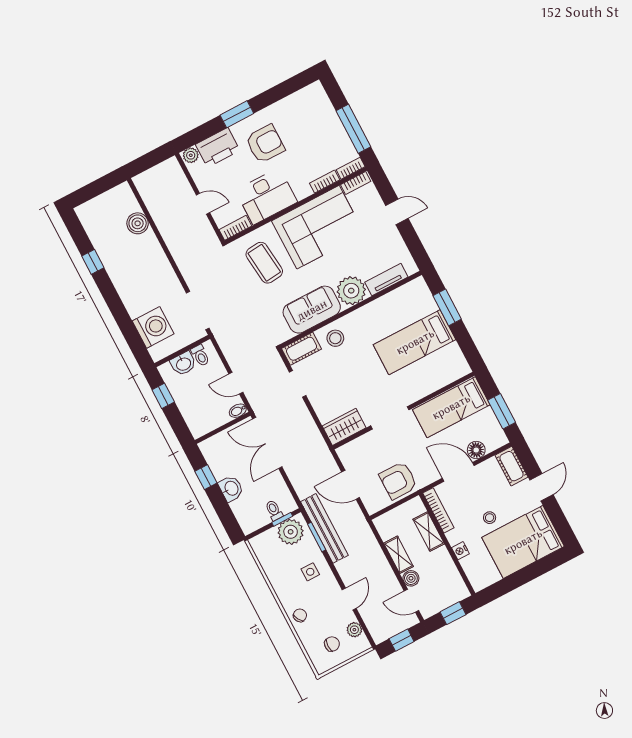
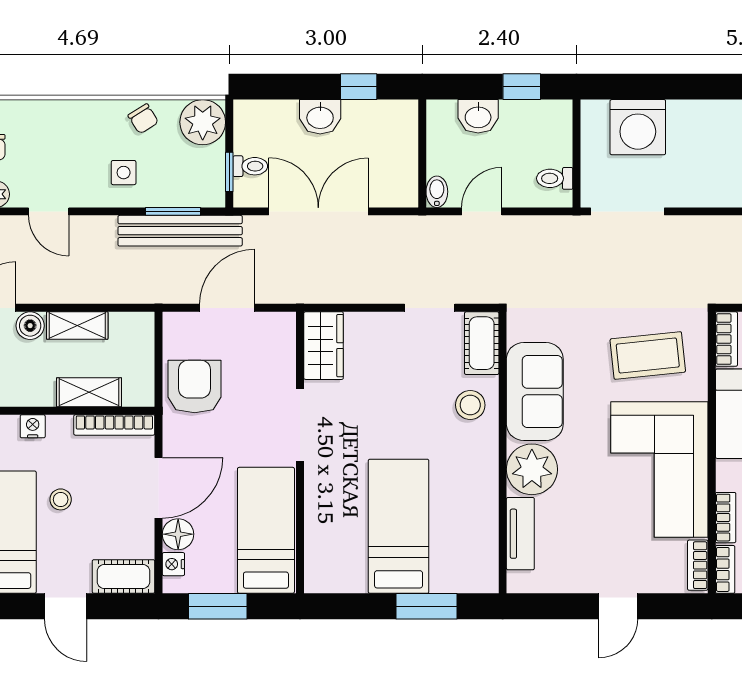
washbasin: (183, 364) -> (478, 116), moved, turned -90
double door: (267, 443) -> (318, 211), moved
nightstand: (492, 445) -> (173, 564), added
plant: (291, 532) -> (203, 122), moved
chair: (300, 615) -> (143, 119), moved

